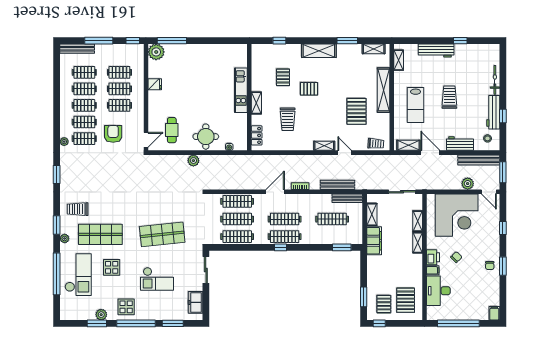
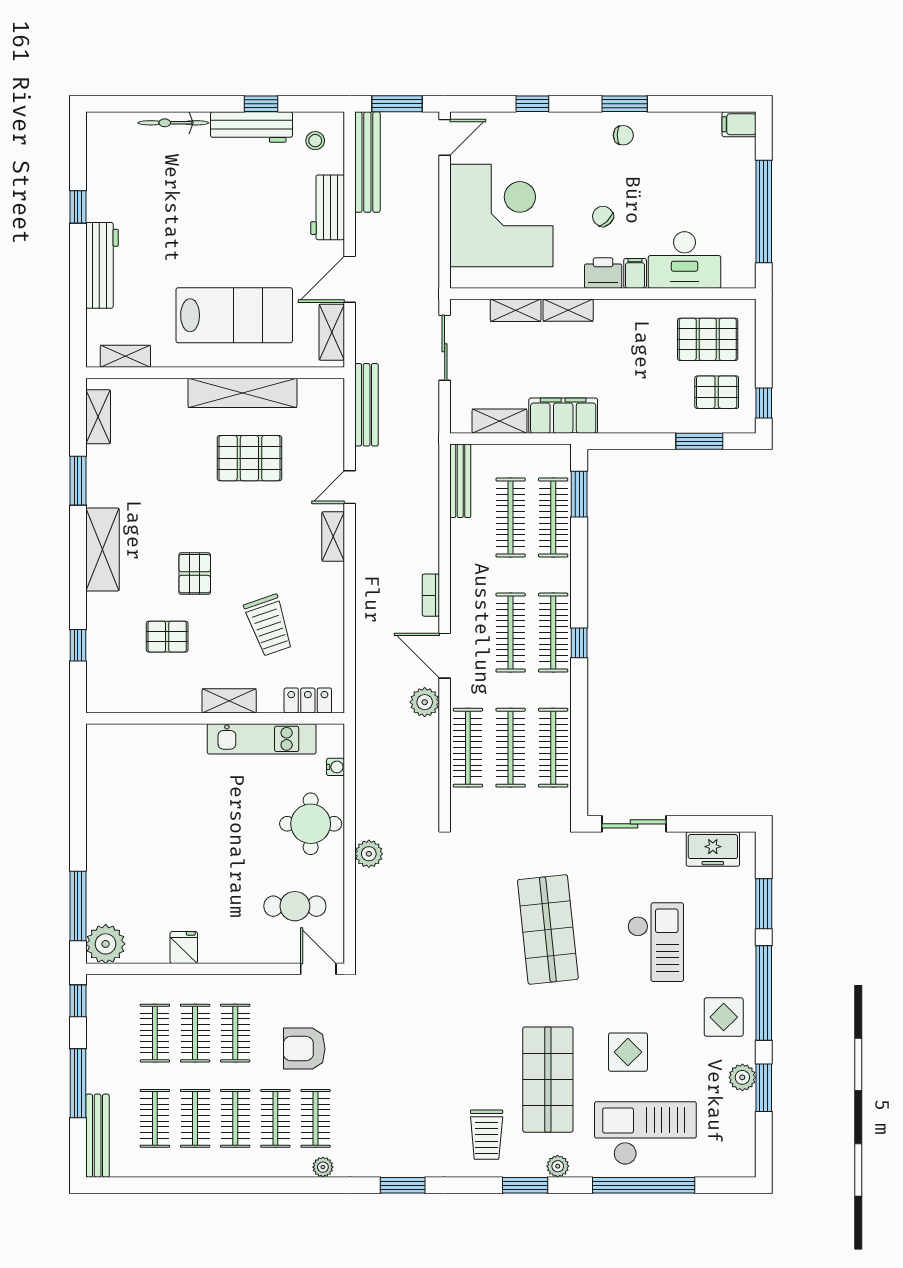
kitchen unit: (241, 90) -> (262, 739), moved
shelving: (384, 90) -> (242, 393), moved
trolley: (449, 97) -> (215, 233), removed
lab bench: (416, 105) -> (234, 315), width x1.36, depth x1.39
trolley: (288, 119) -> (269, 625), turned 71
trolley: (376, 144) -> (328, 412), removed
plant: (468, 184) -> (425, 702), moved
bench: (338, 185) -> (367, 405), moved
clothes rail: (332, 237) -> (553, 517), added

